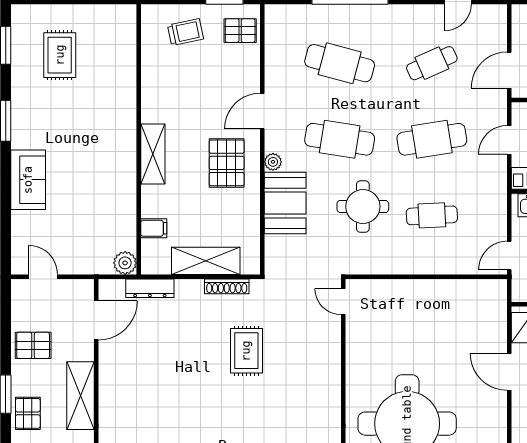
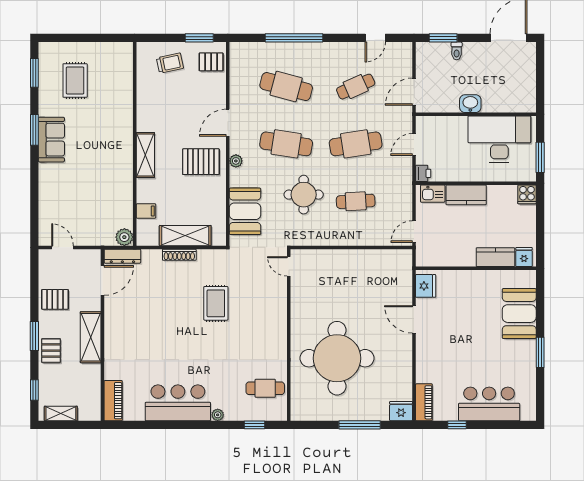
pallet: (227, 163) -> (201, 162), turned 90
sofa: (28, 180) -> (51, 140), moved
booth: (285, 203) -> (245, 211), moved
shoe rack: (227, 286) -> (179, 255), moved
dresser: (150, 288) -> (122, 256), moved

